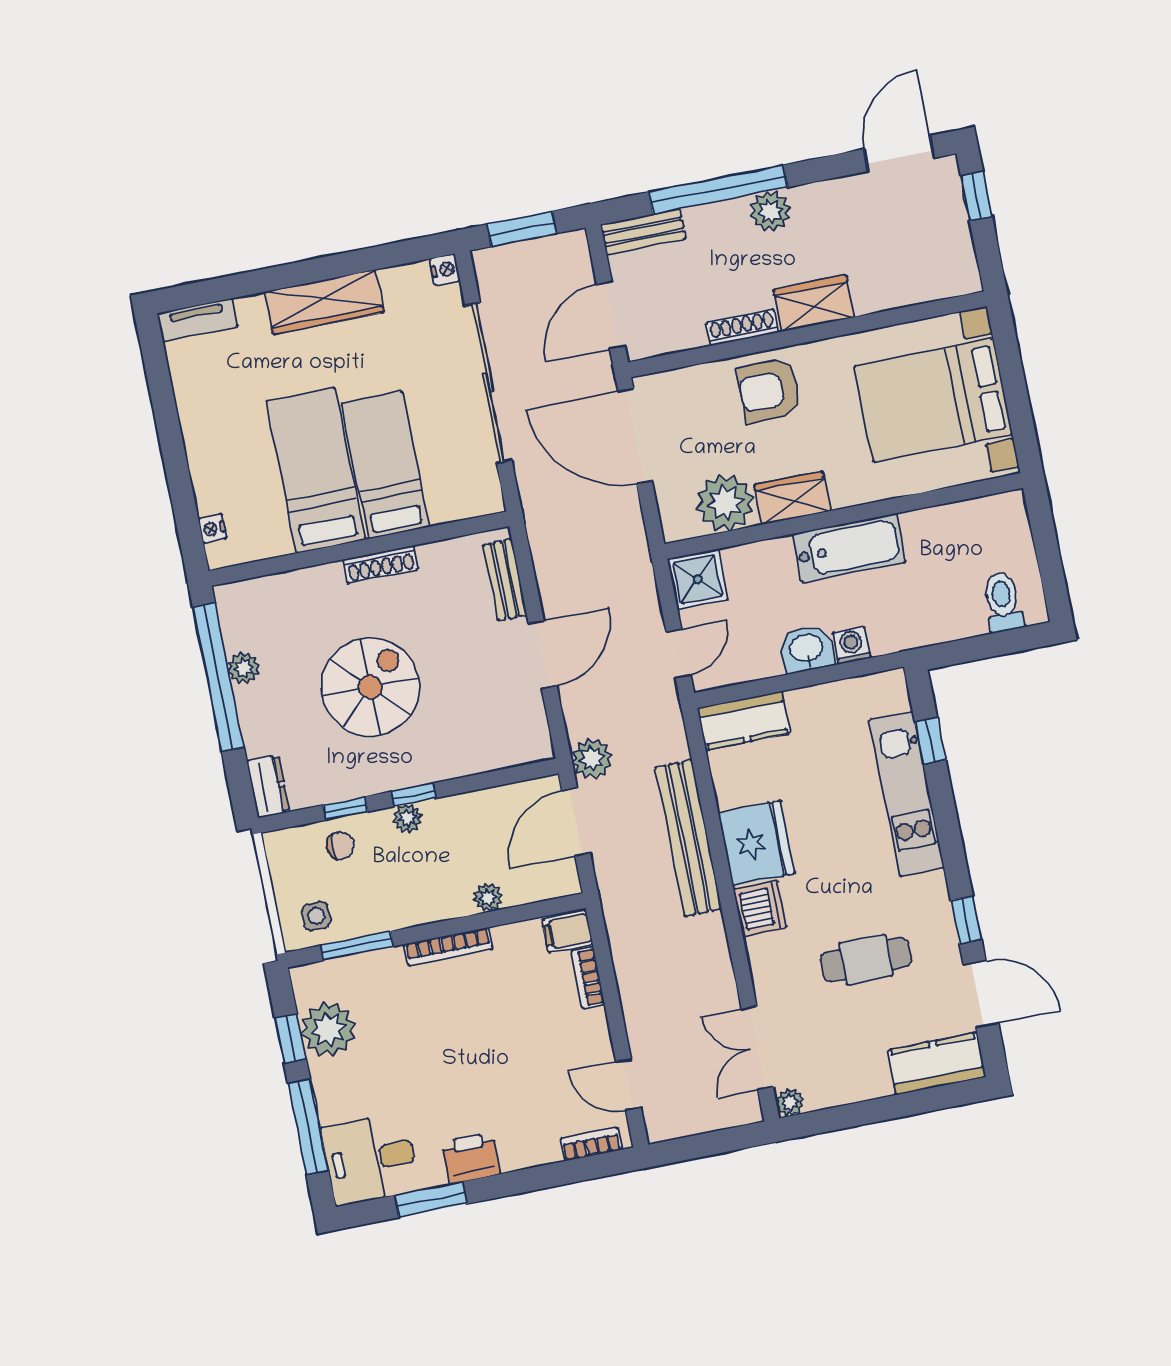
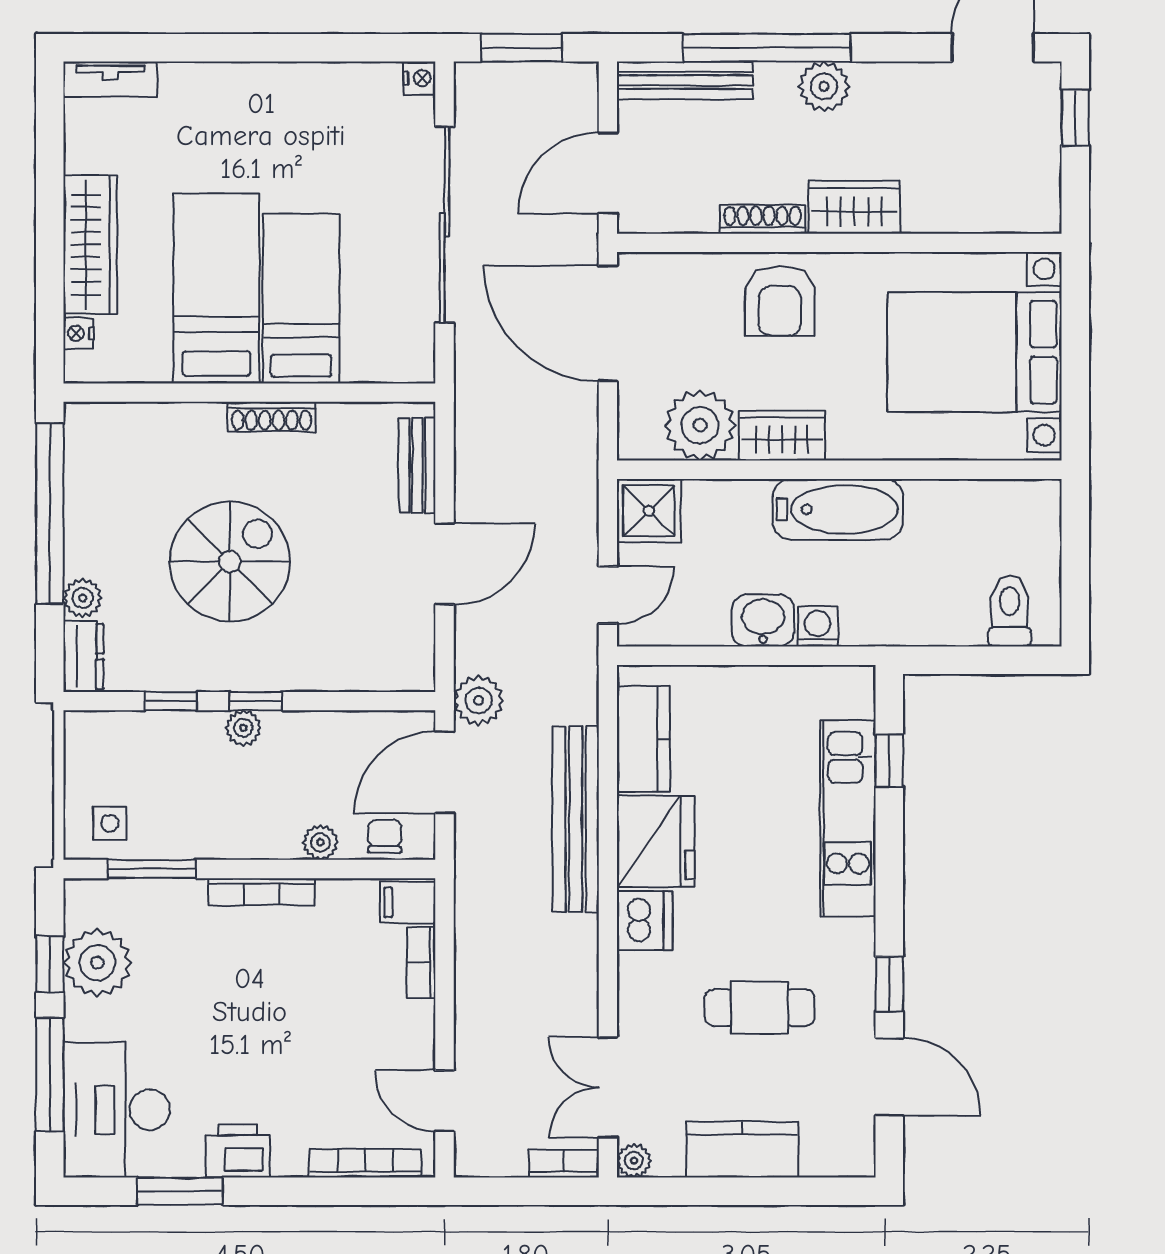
bench: (643, 232) -> (685, 80), width x1.36
wardrobe: (324, 302) -> (90, 245), moved, turned -90
armchair: (769, 390) -> (780, 301), turned -90
plant: (244, 668) -> (83, 598), moved
kitchen counter: (744, 721) -> (643, 739), moved, turned -90
chair: (340, 846) -> (385, 836), moved, turned -90
kitchen counter: (937, 1064) -> (742, 1149), moved
bookcase: (734, 1116) -> (564, 1164), added
bookcase: (591, 1144) -> (365, 1163), width x1.56
desk: (370, 1159) -> (117, 1110), width x1.37

